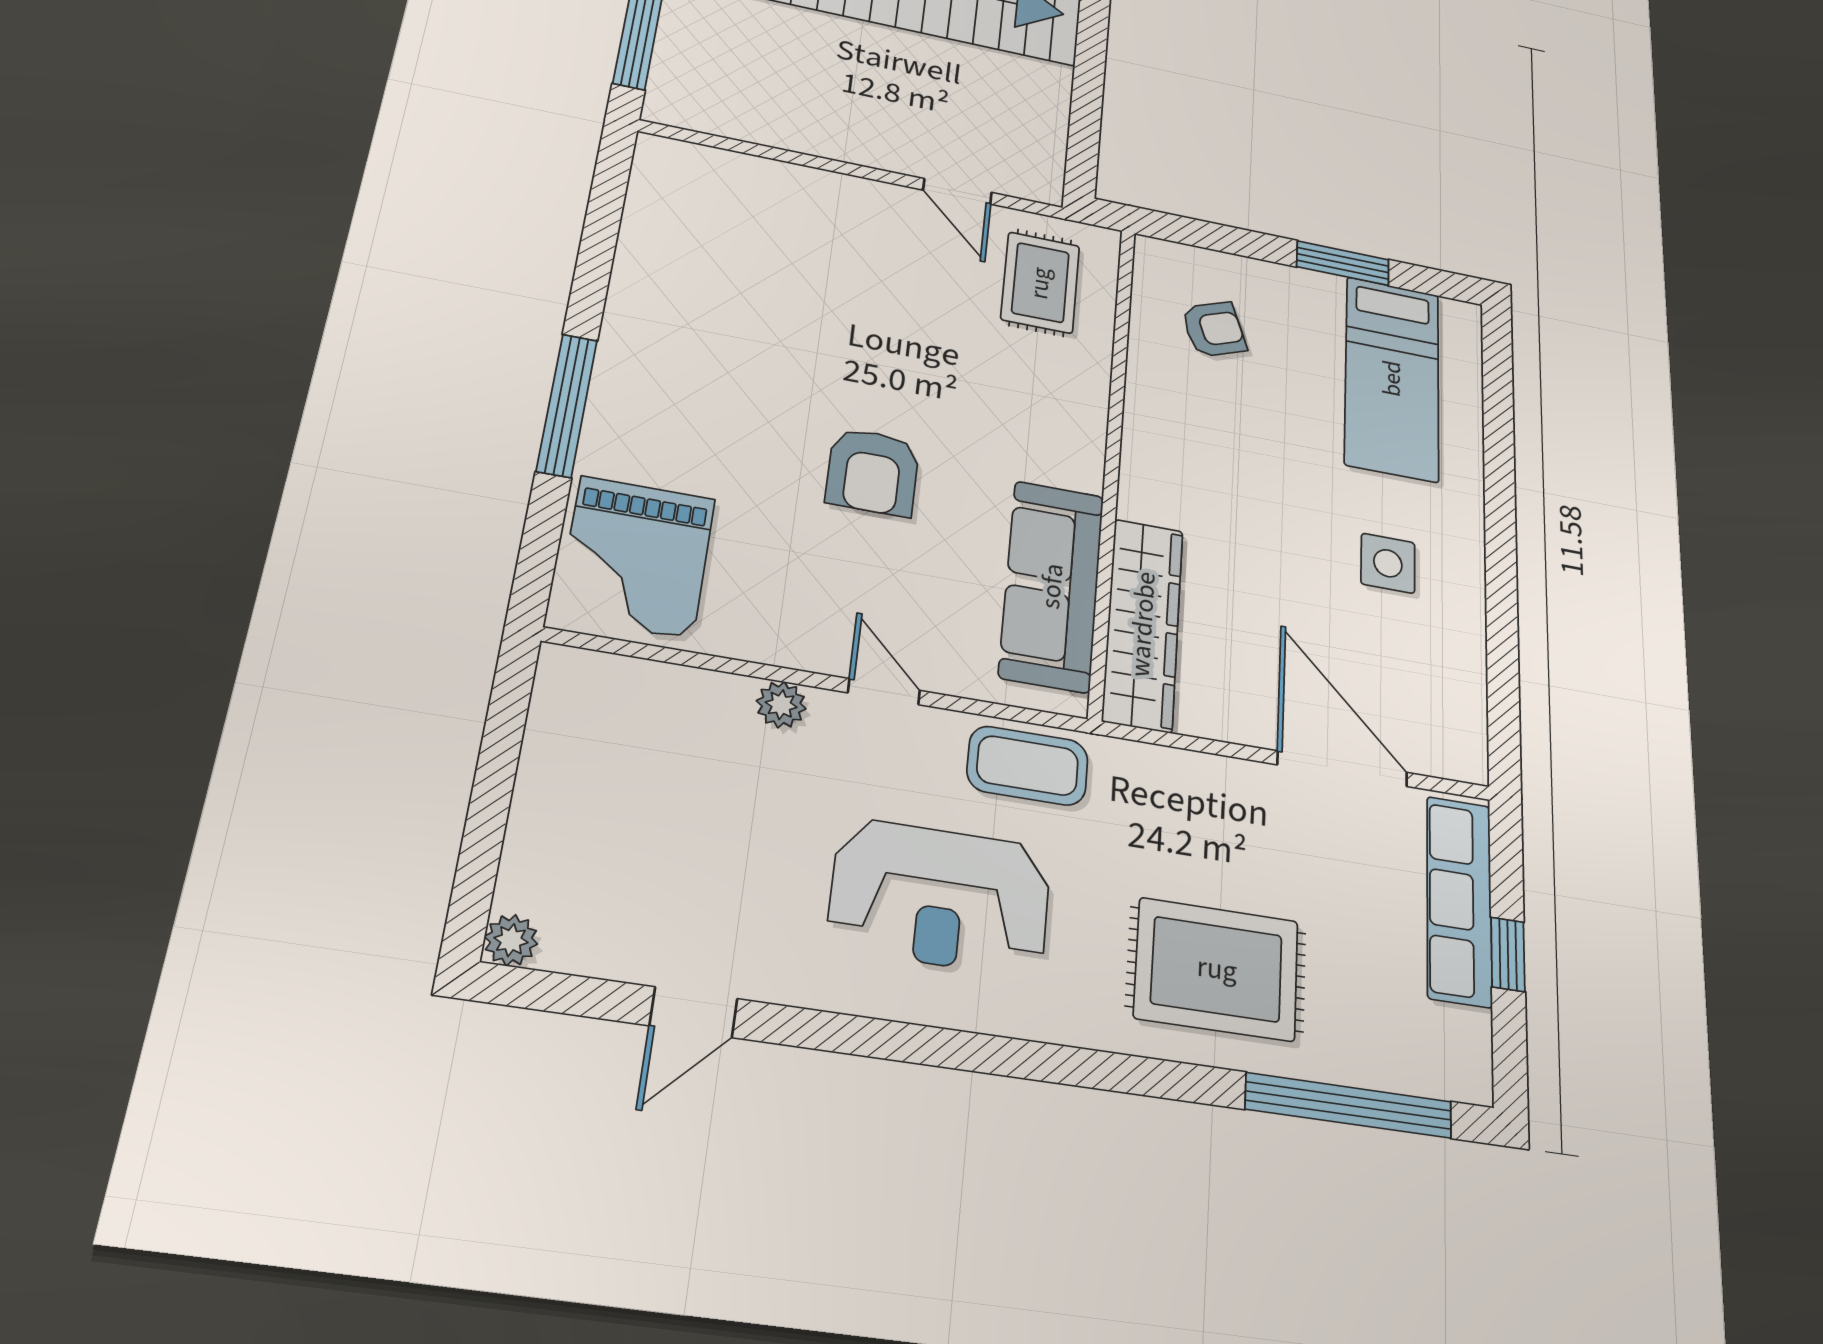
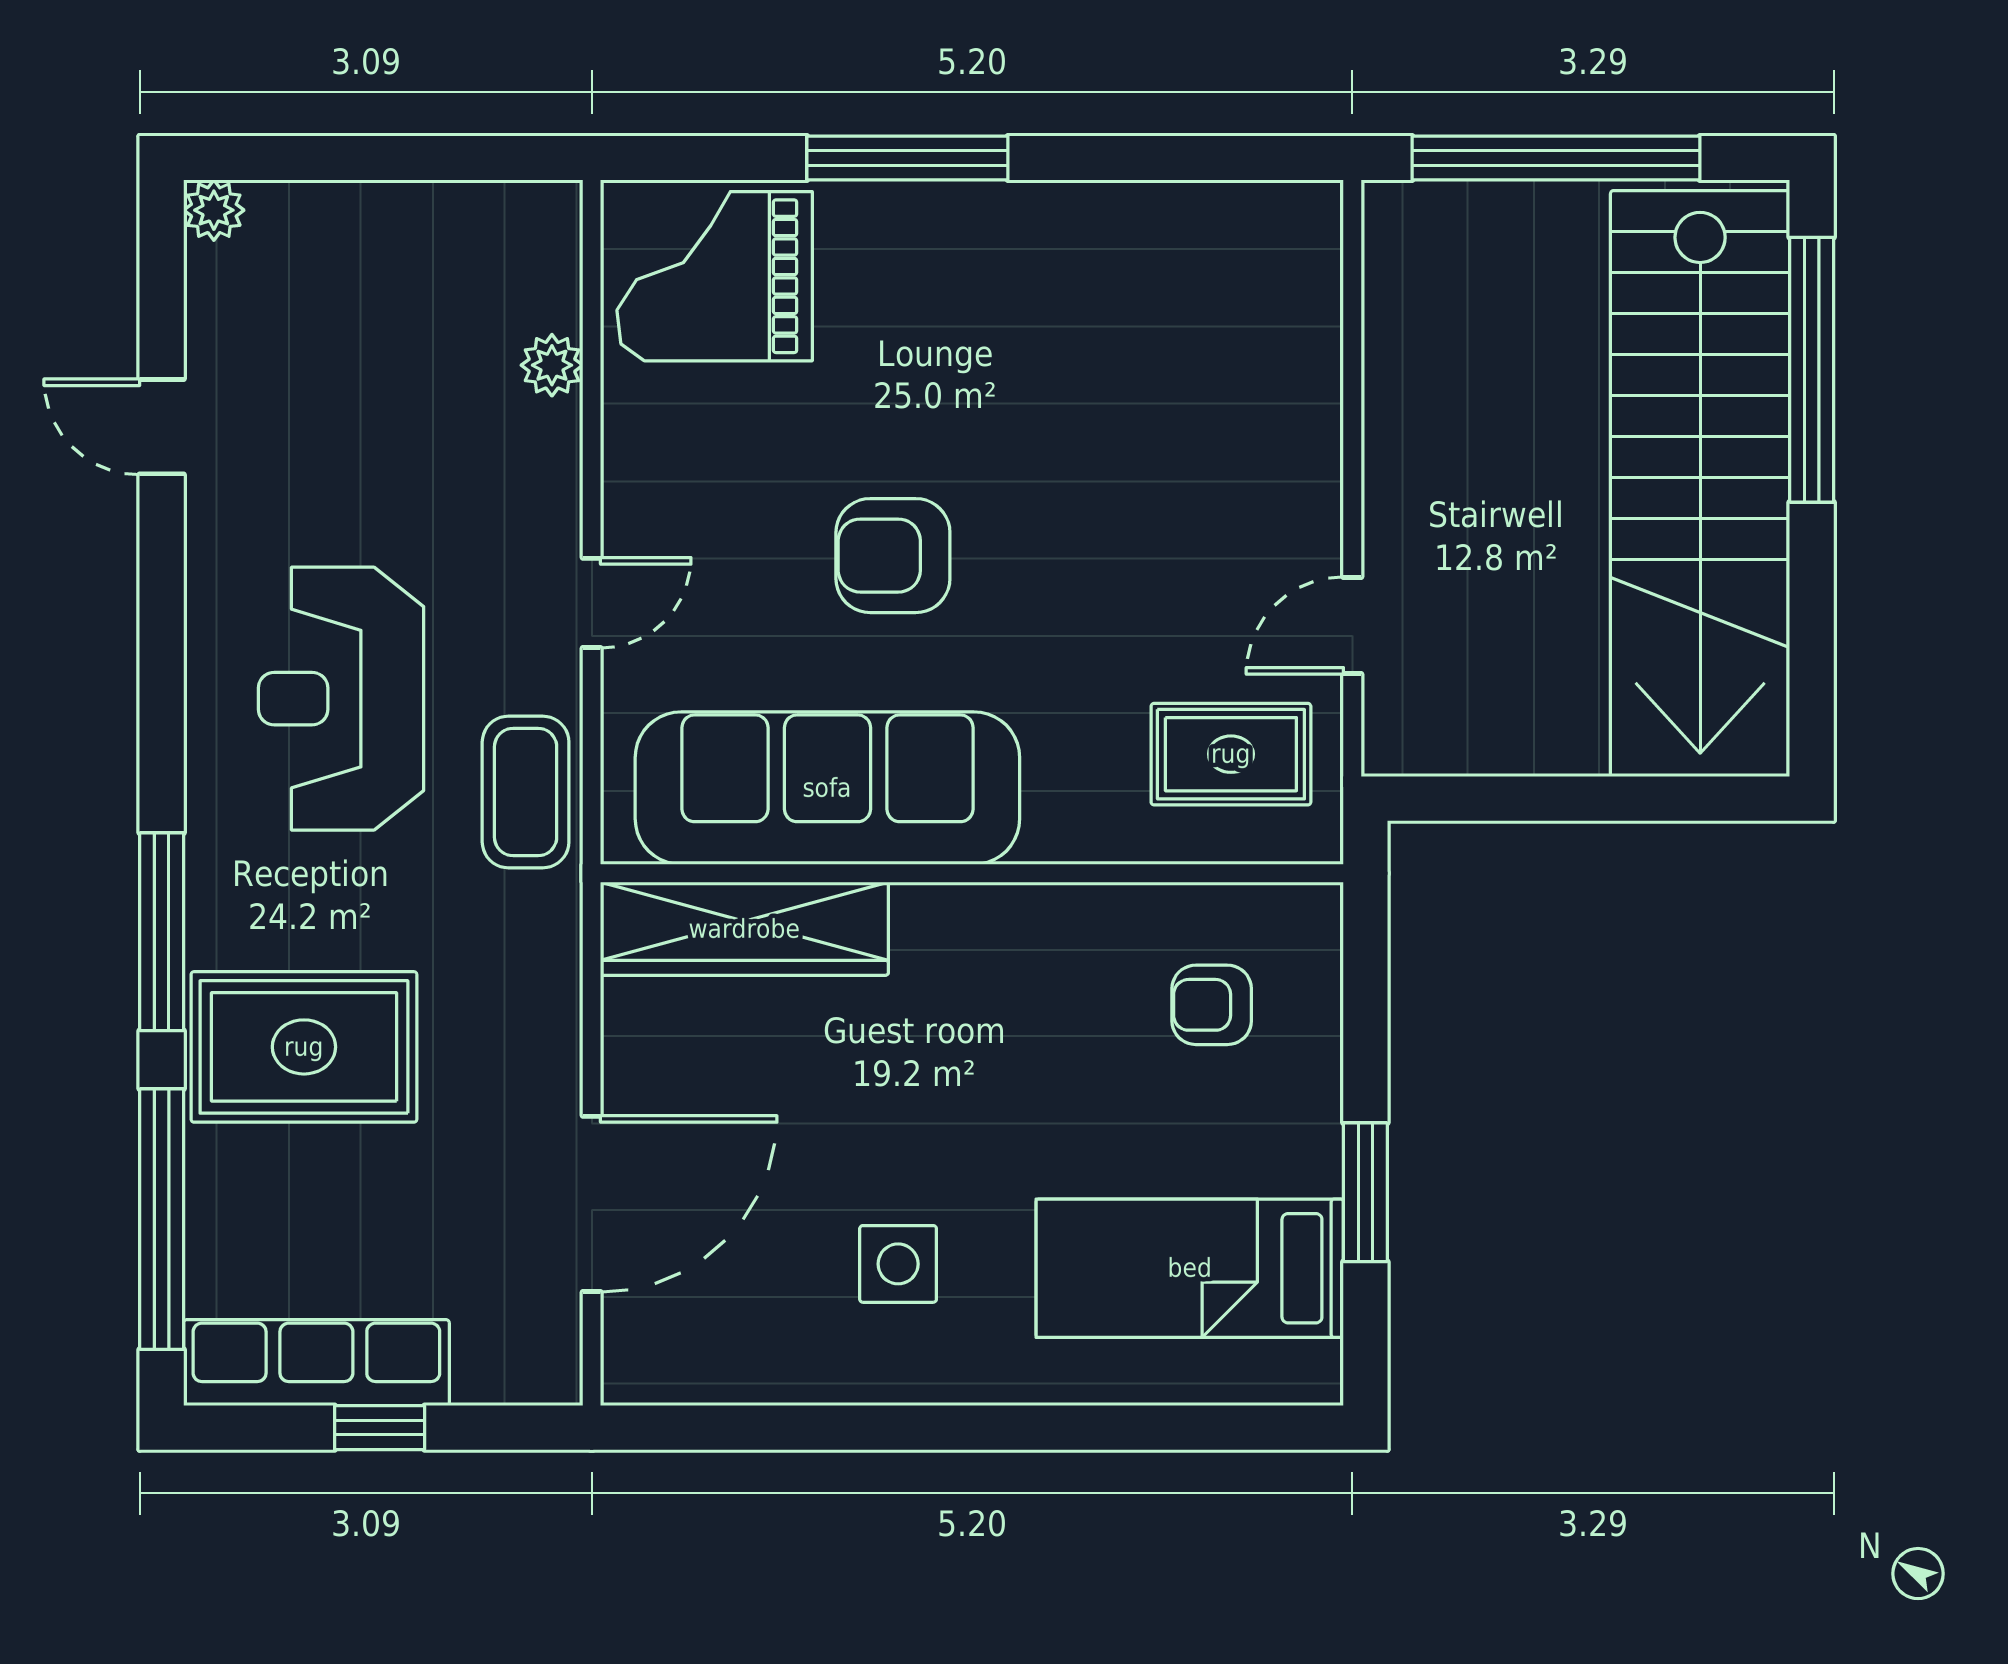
armchair: (1214, 329) -> (1212, 1005), turned 110
sofa: (1052, 586) -> (827, 788), width x1.36, depth x1.27
plant: (781, 705) -> (552, 365), moved
row of seats: (1459, 901) -> (316, 1363), moved
rug: (1217, 969) -> (304, 1047), turned 90
window: (1119, 1073) -> (162, 932), added

